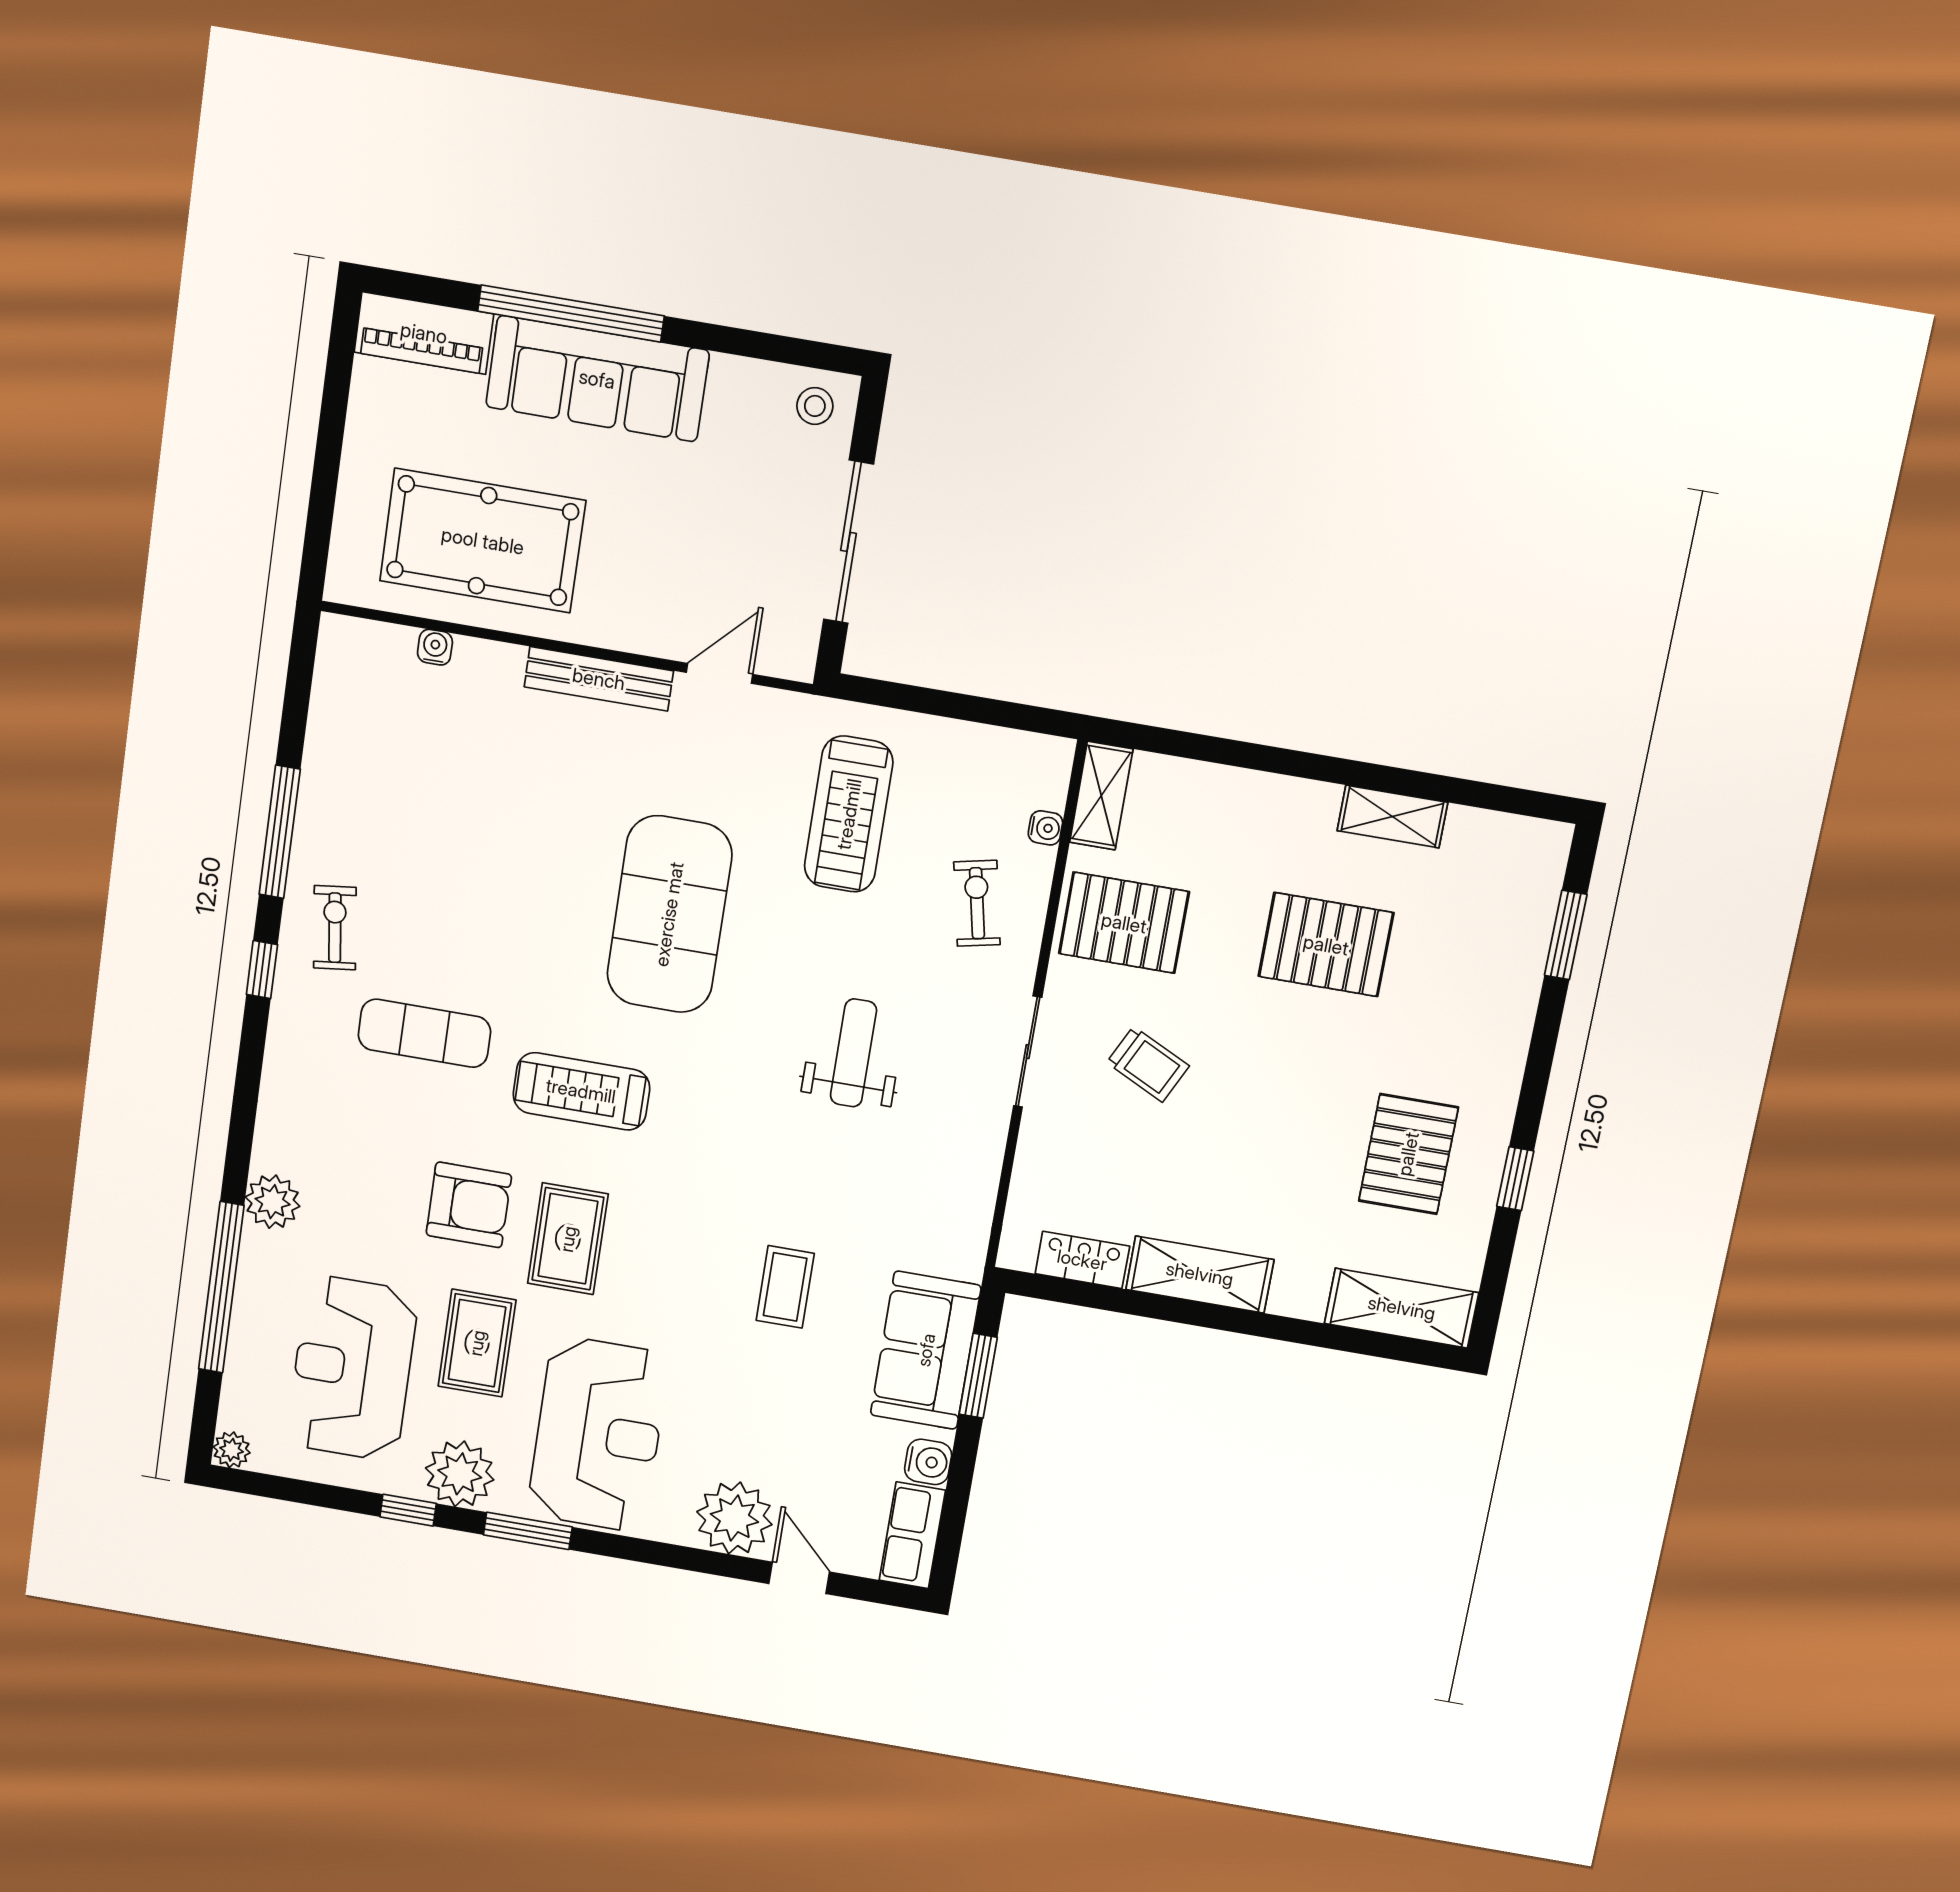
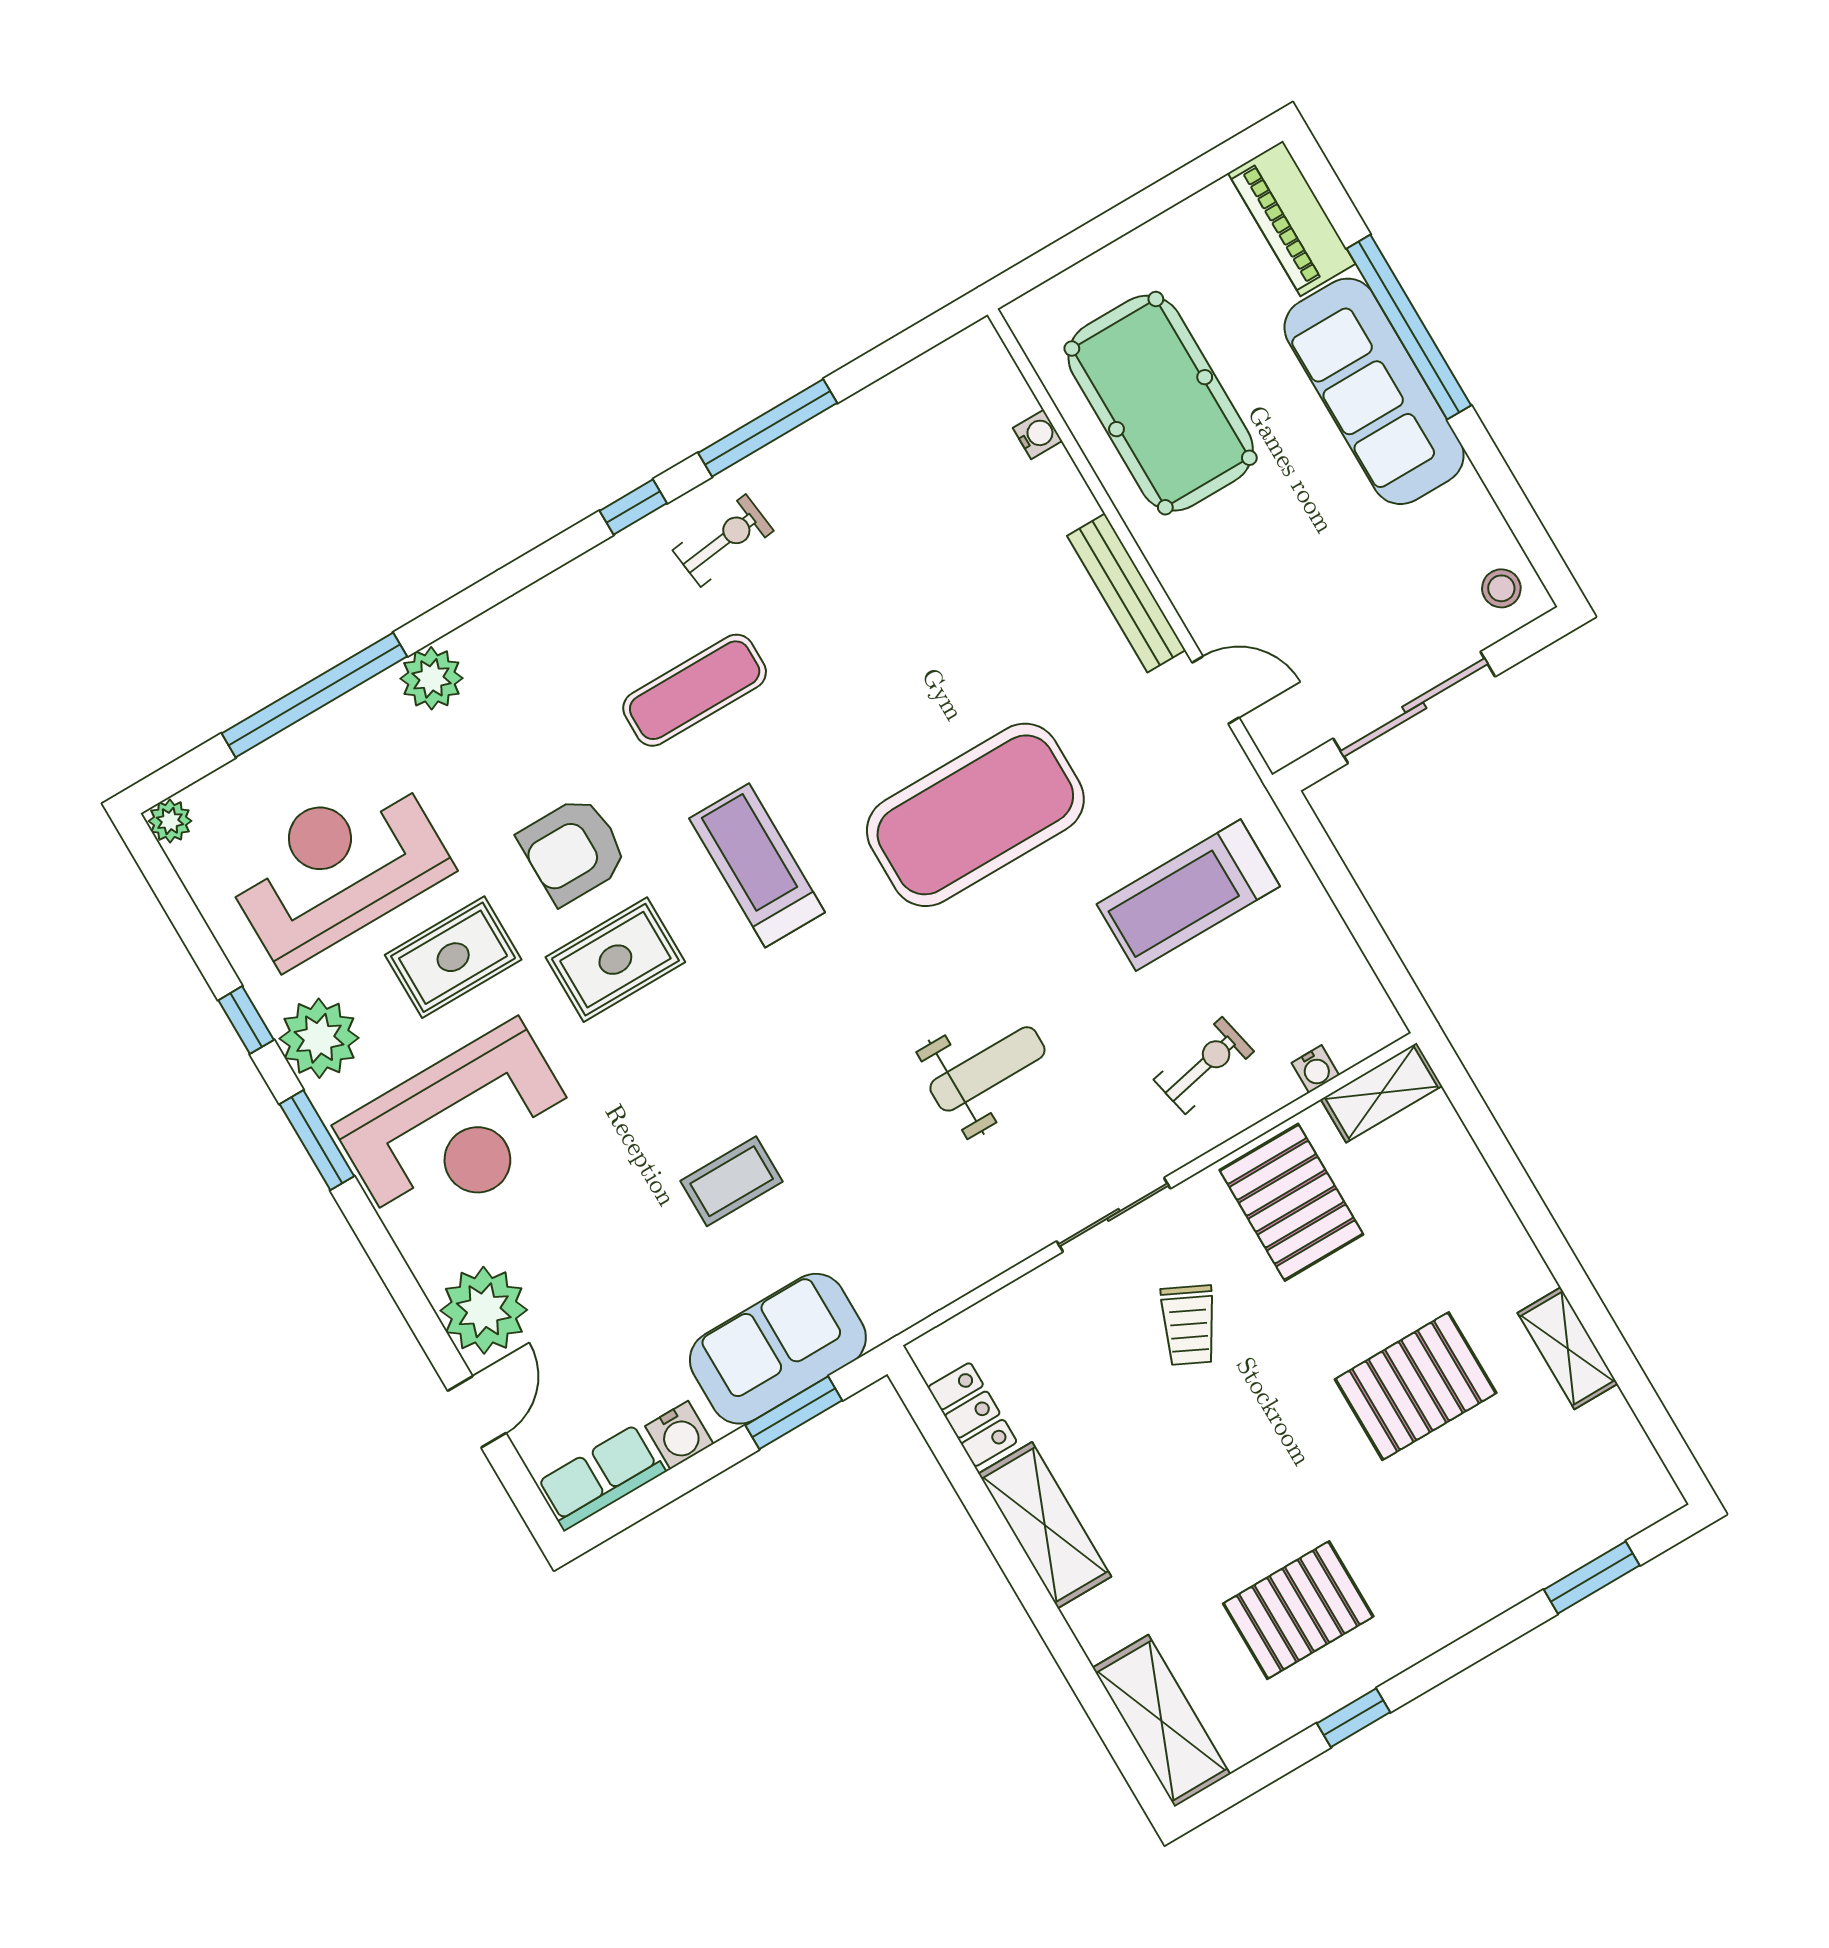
pallet: (1326, 945) -> (1416, 1386), turned 90
exercise mat: (424, 1033) -> (695, 690), turned 90
armchair: (469, 1205) -> (573, 850), turned 90

